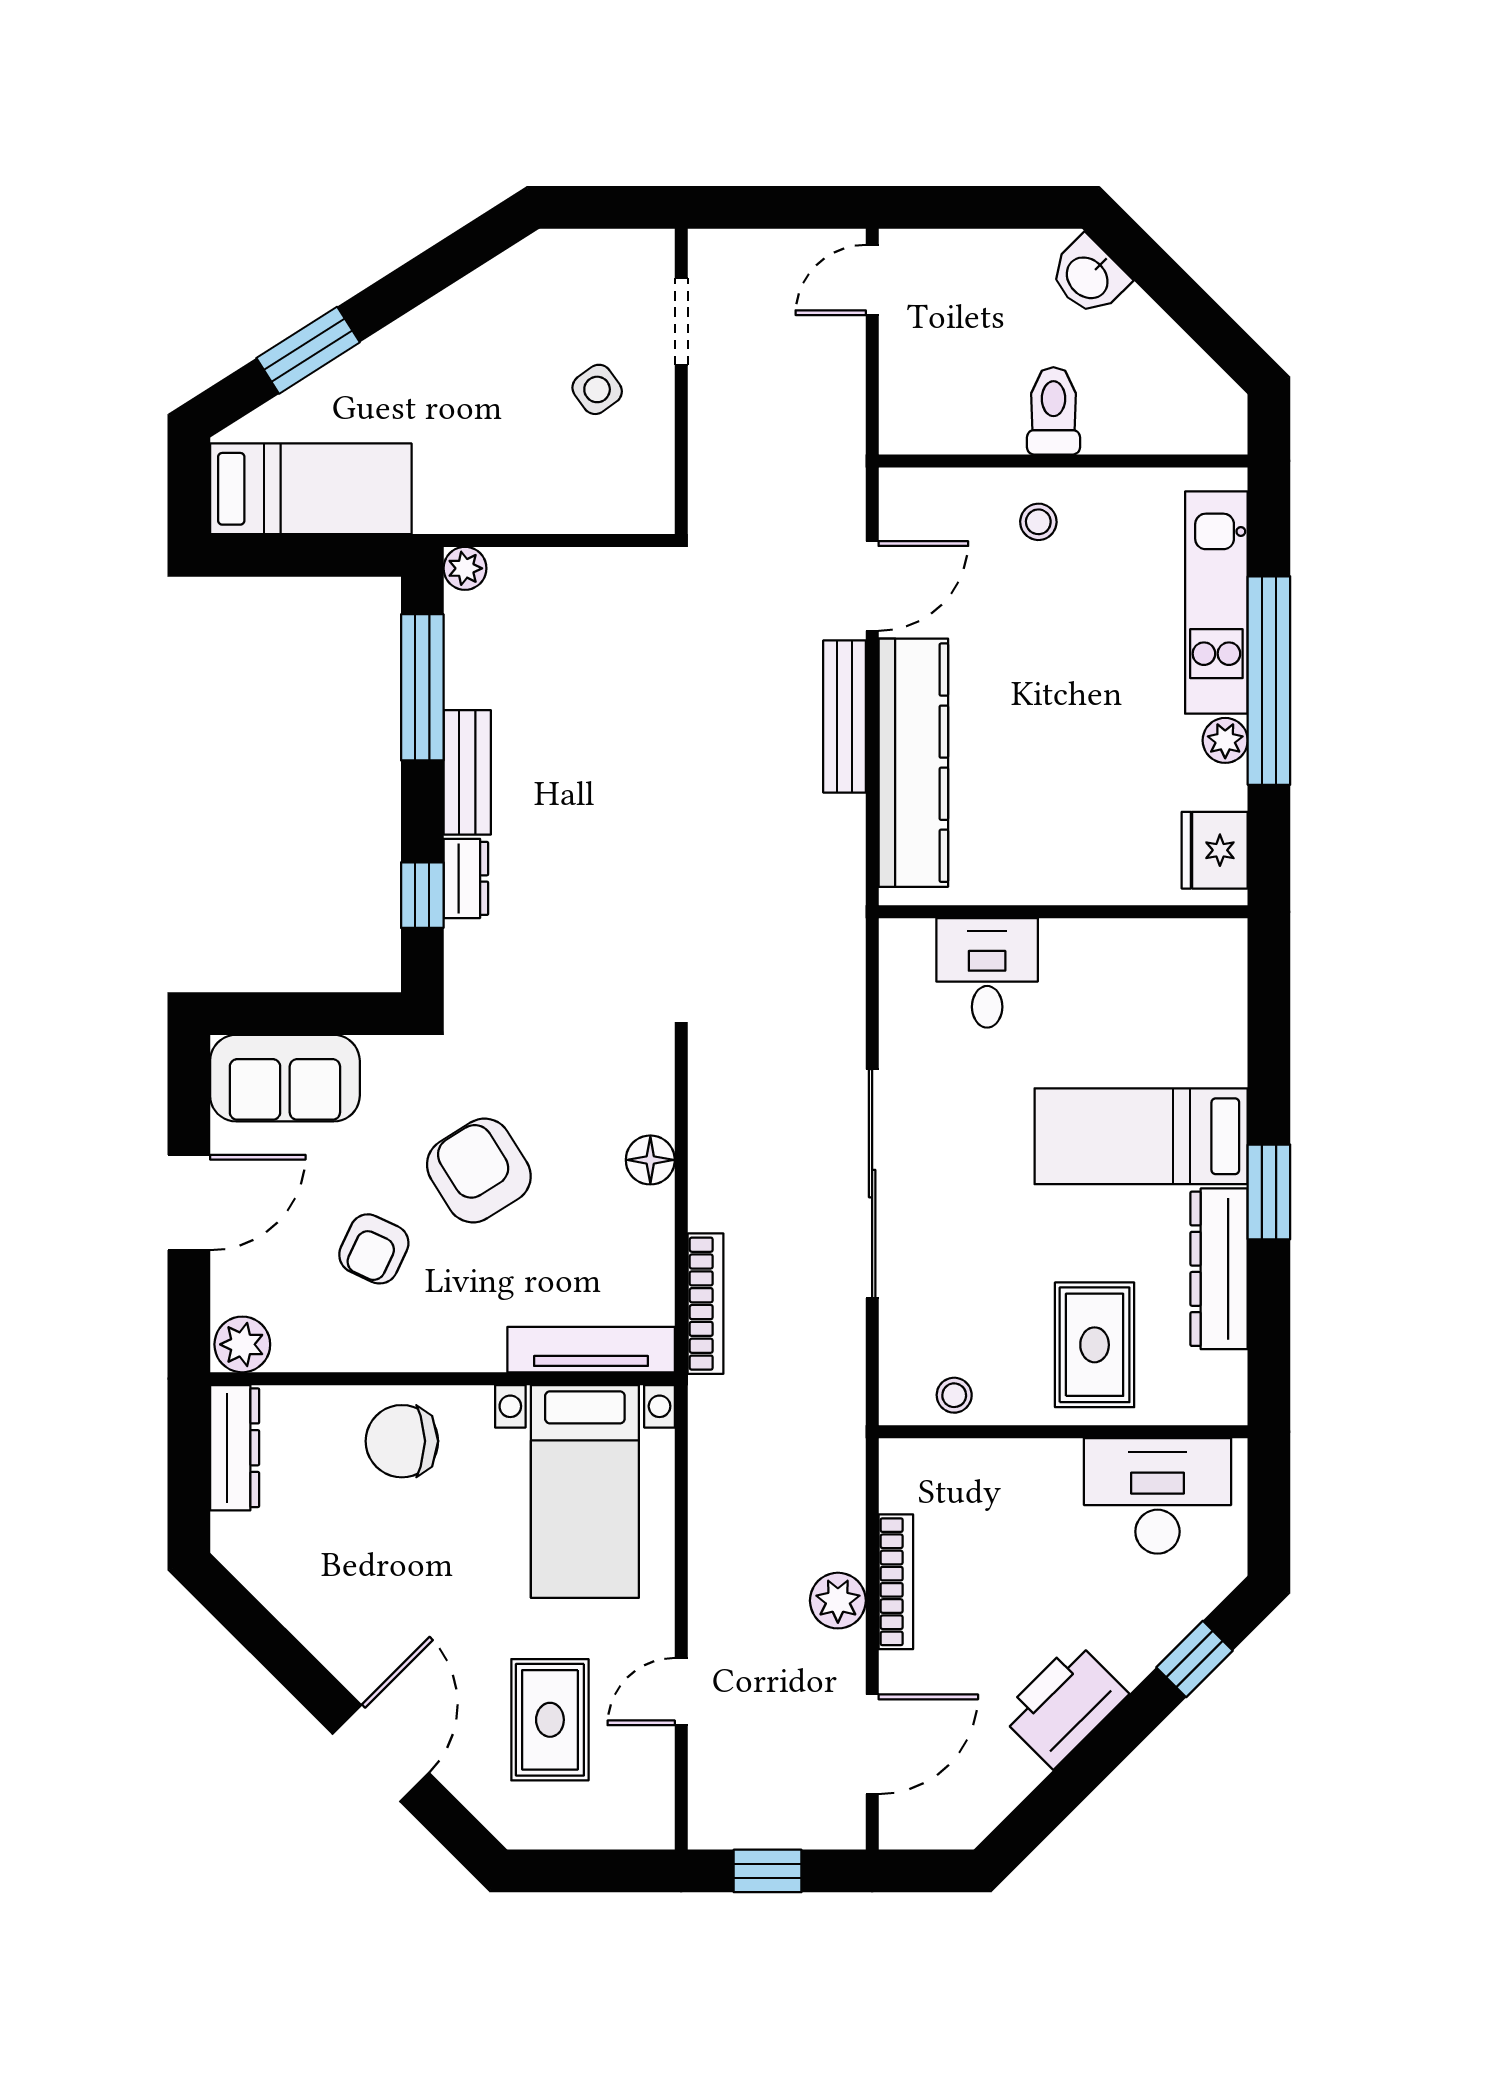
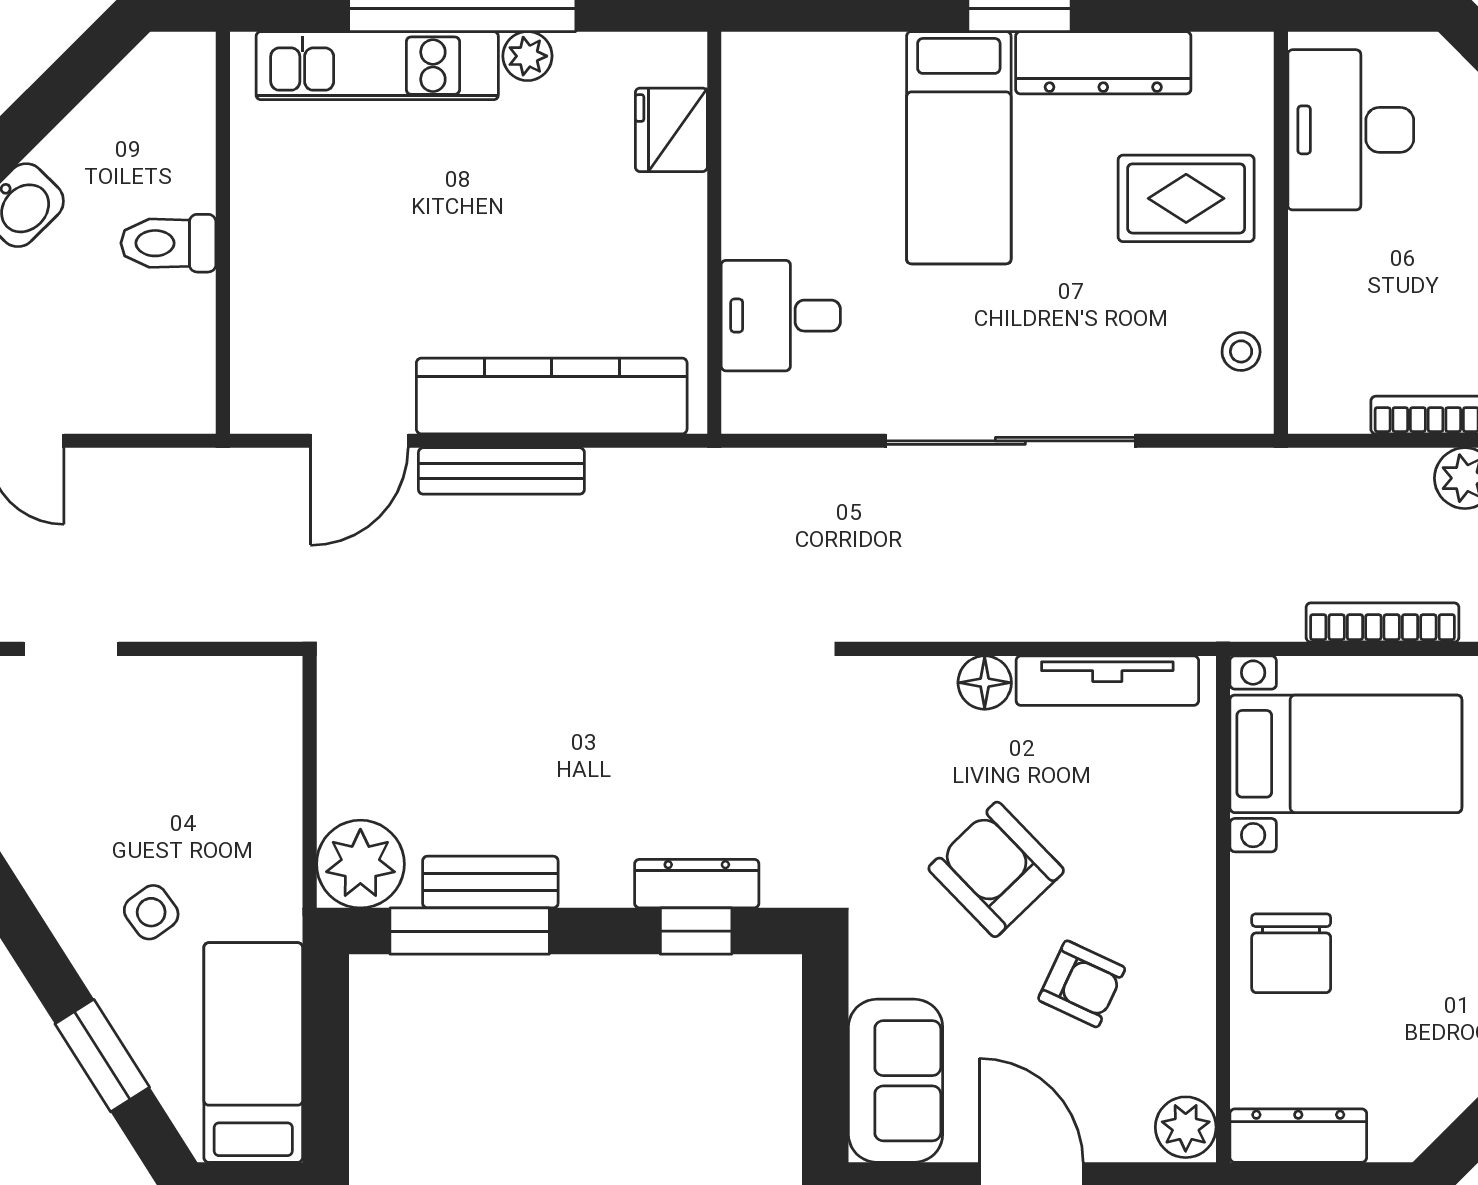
side table: (597, 389) -> (151, 912), moved
stool: (1038, 522) -> (289, 260), removed
plant: (465, 568) -> (360, 864), width x1.88, depth x1.88
door: (872, 586) -> (359, 441), swing flipped
bench: (467, 772) -> (490, 882), moved
fridge: (1215, 850) -> (671, 130), moved, turned 90
dresser: (466, 878) -> (697, 884), width x1.44
armchair: (479, 1170) -> (996, 869), turned 78
bookcase: (705, 1304) -> (1382, 622), moved
tv unit: (591, 1350) -> (1107, 681), moved, turned -90

